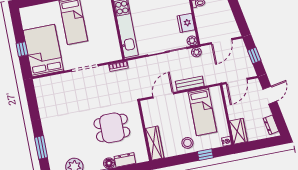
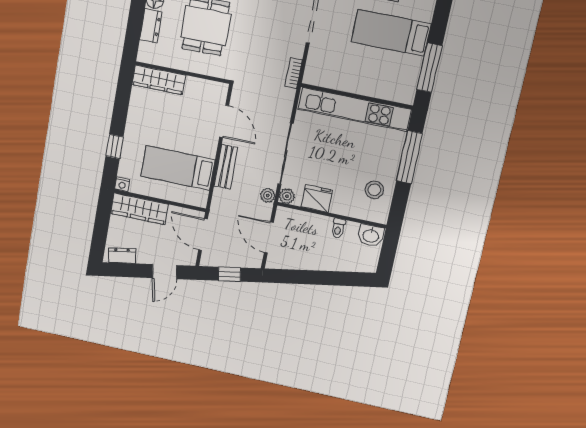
door: (270, 95) -> (165, 272), hinge flipped
wardrobe: (238, 131) -> (139, 209), width x1.50
stool: (187, 143) -> (141, 128), removed

